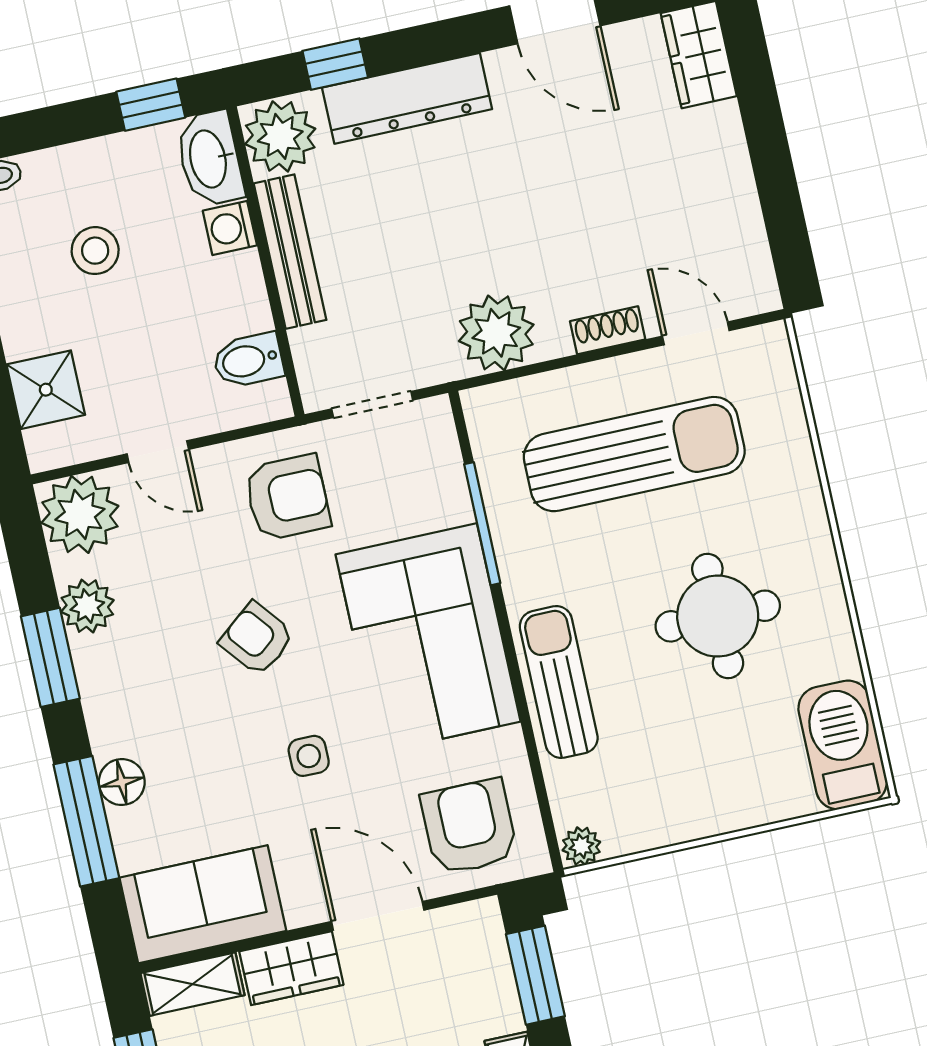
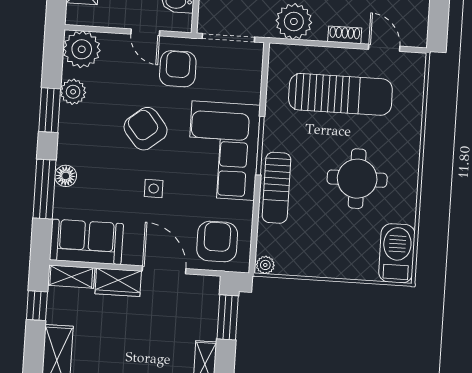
doorway: (372, 405) -> (228, 38), width x1.38
door: (158, 452) -> (145, 32), moved
armchair: (287, 498) -> (178, 69), turned -90
window: (482, 524) -> (260, 146), moved
armchair: (257, 639) -> (146, 129), width x1.38, depth x1.38
sun lounger: (559, 682) -> (277, 188), turned 180

